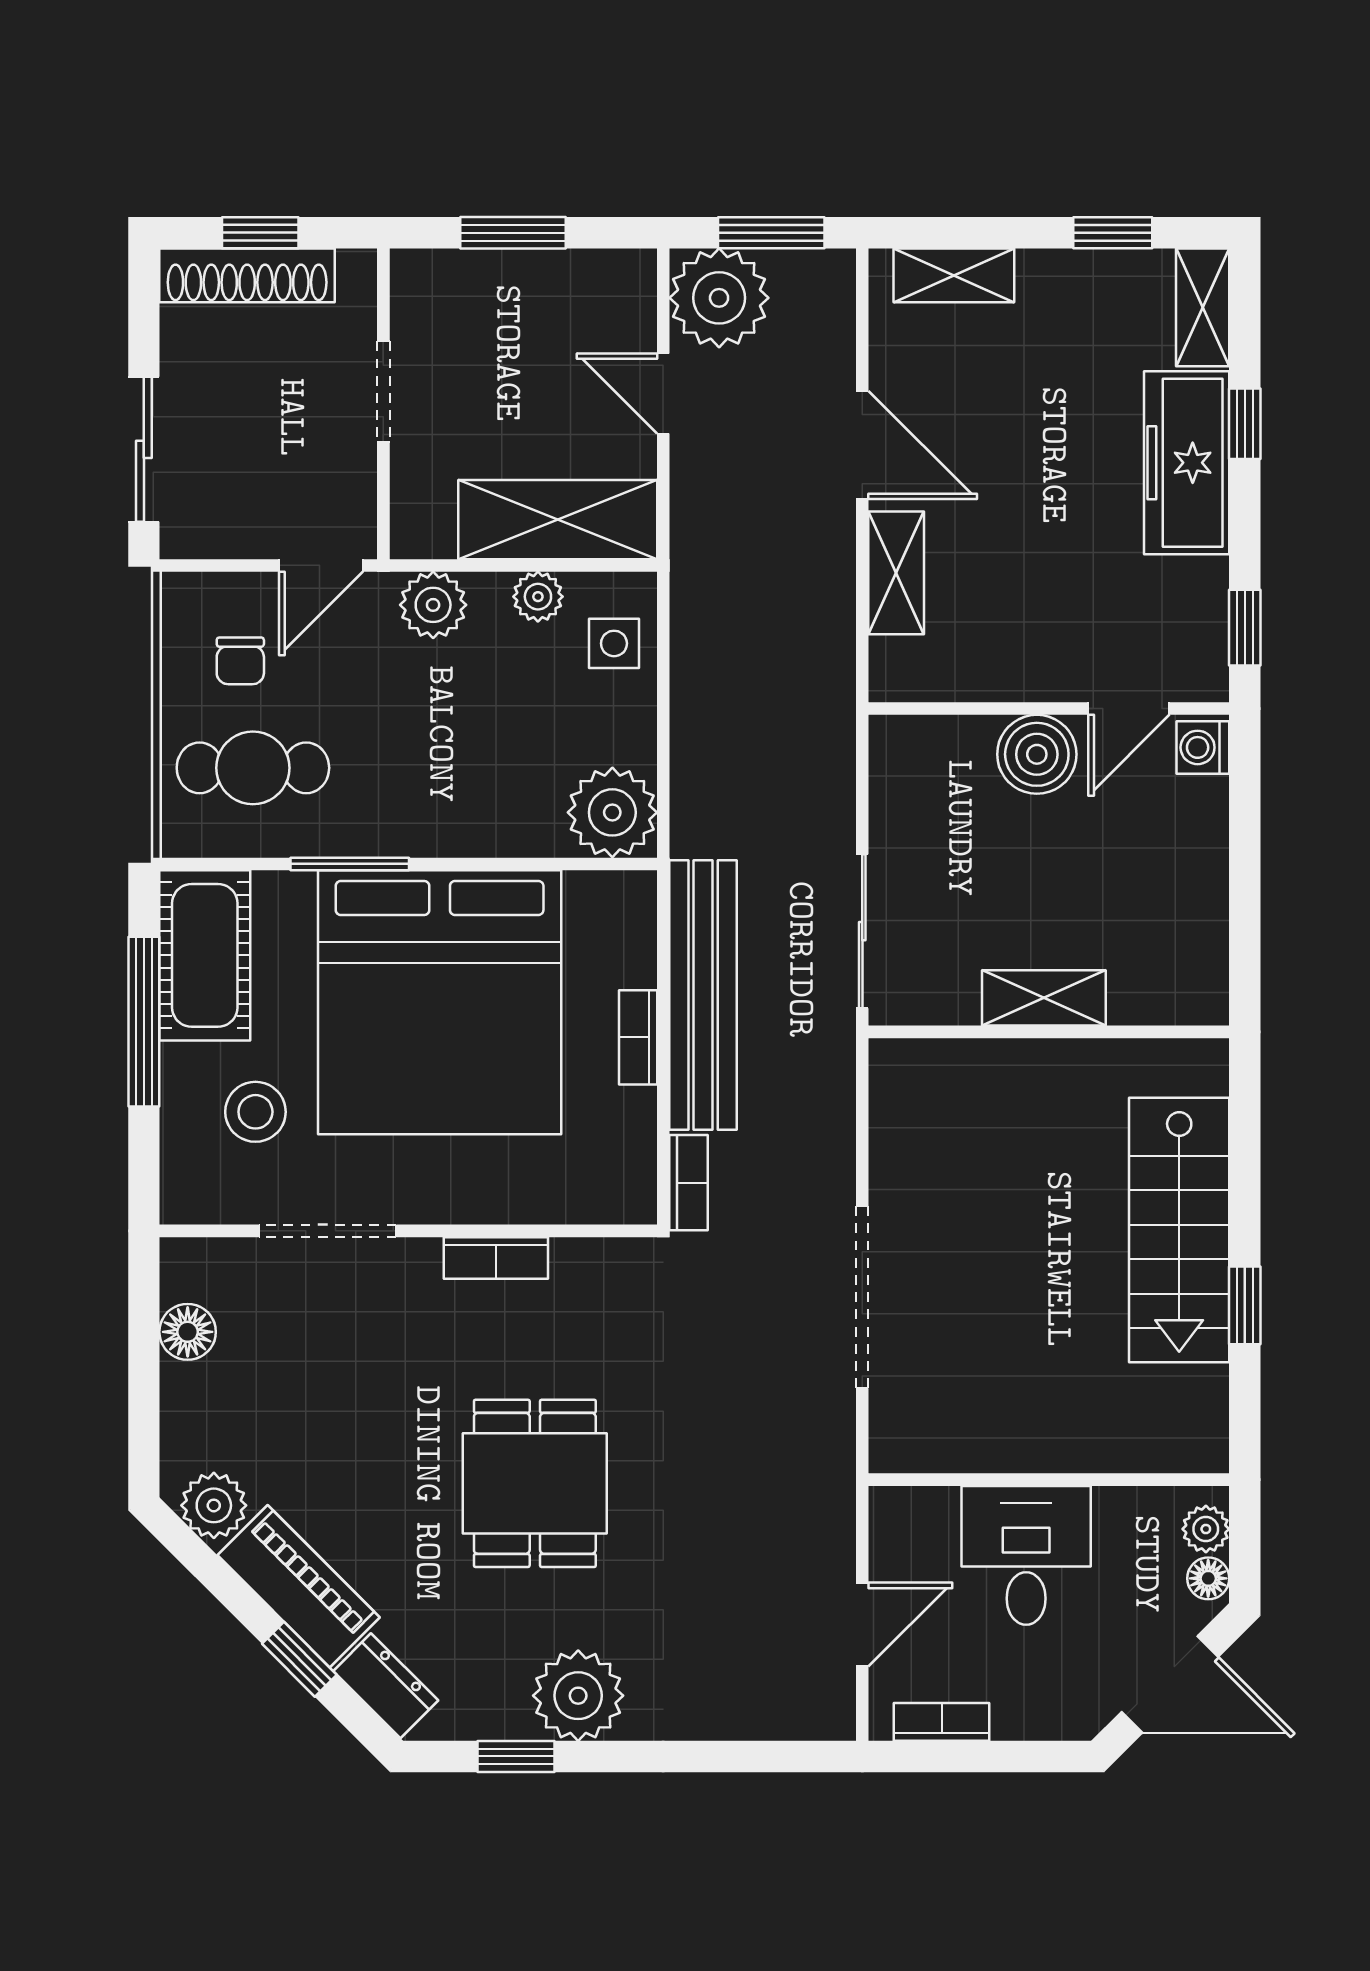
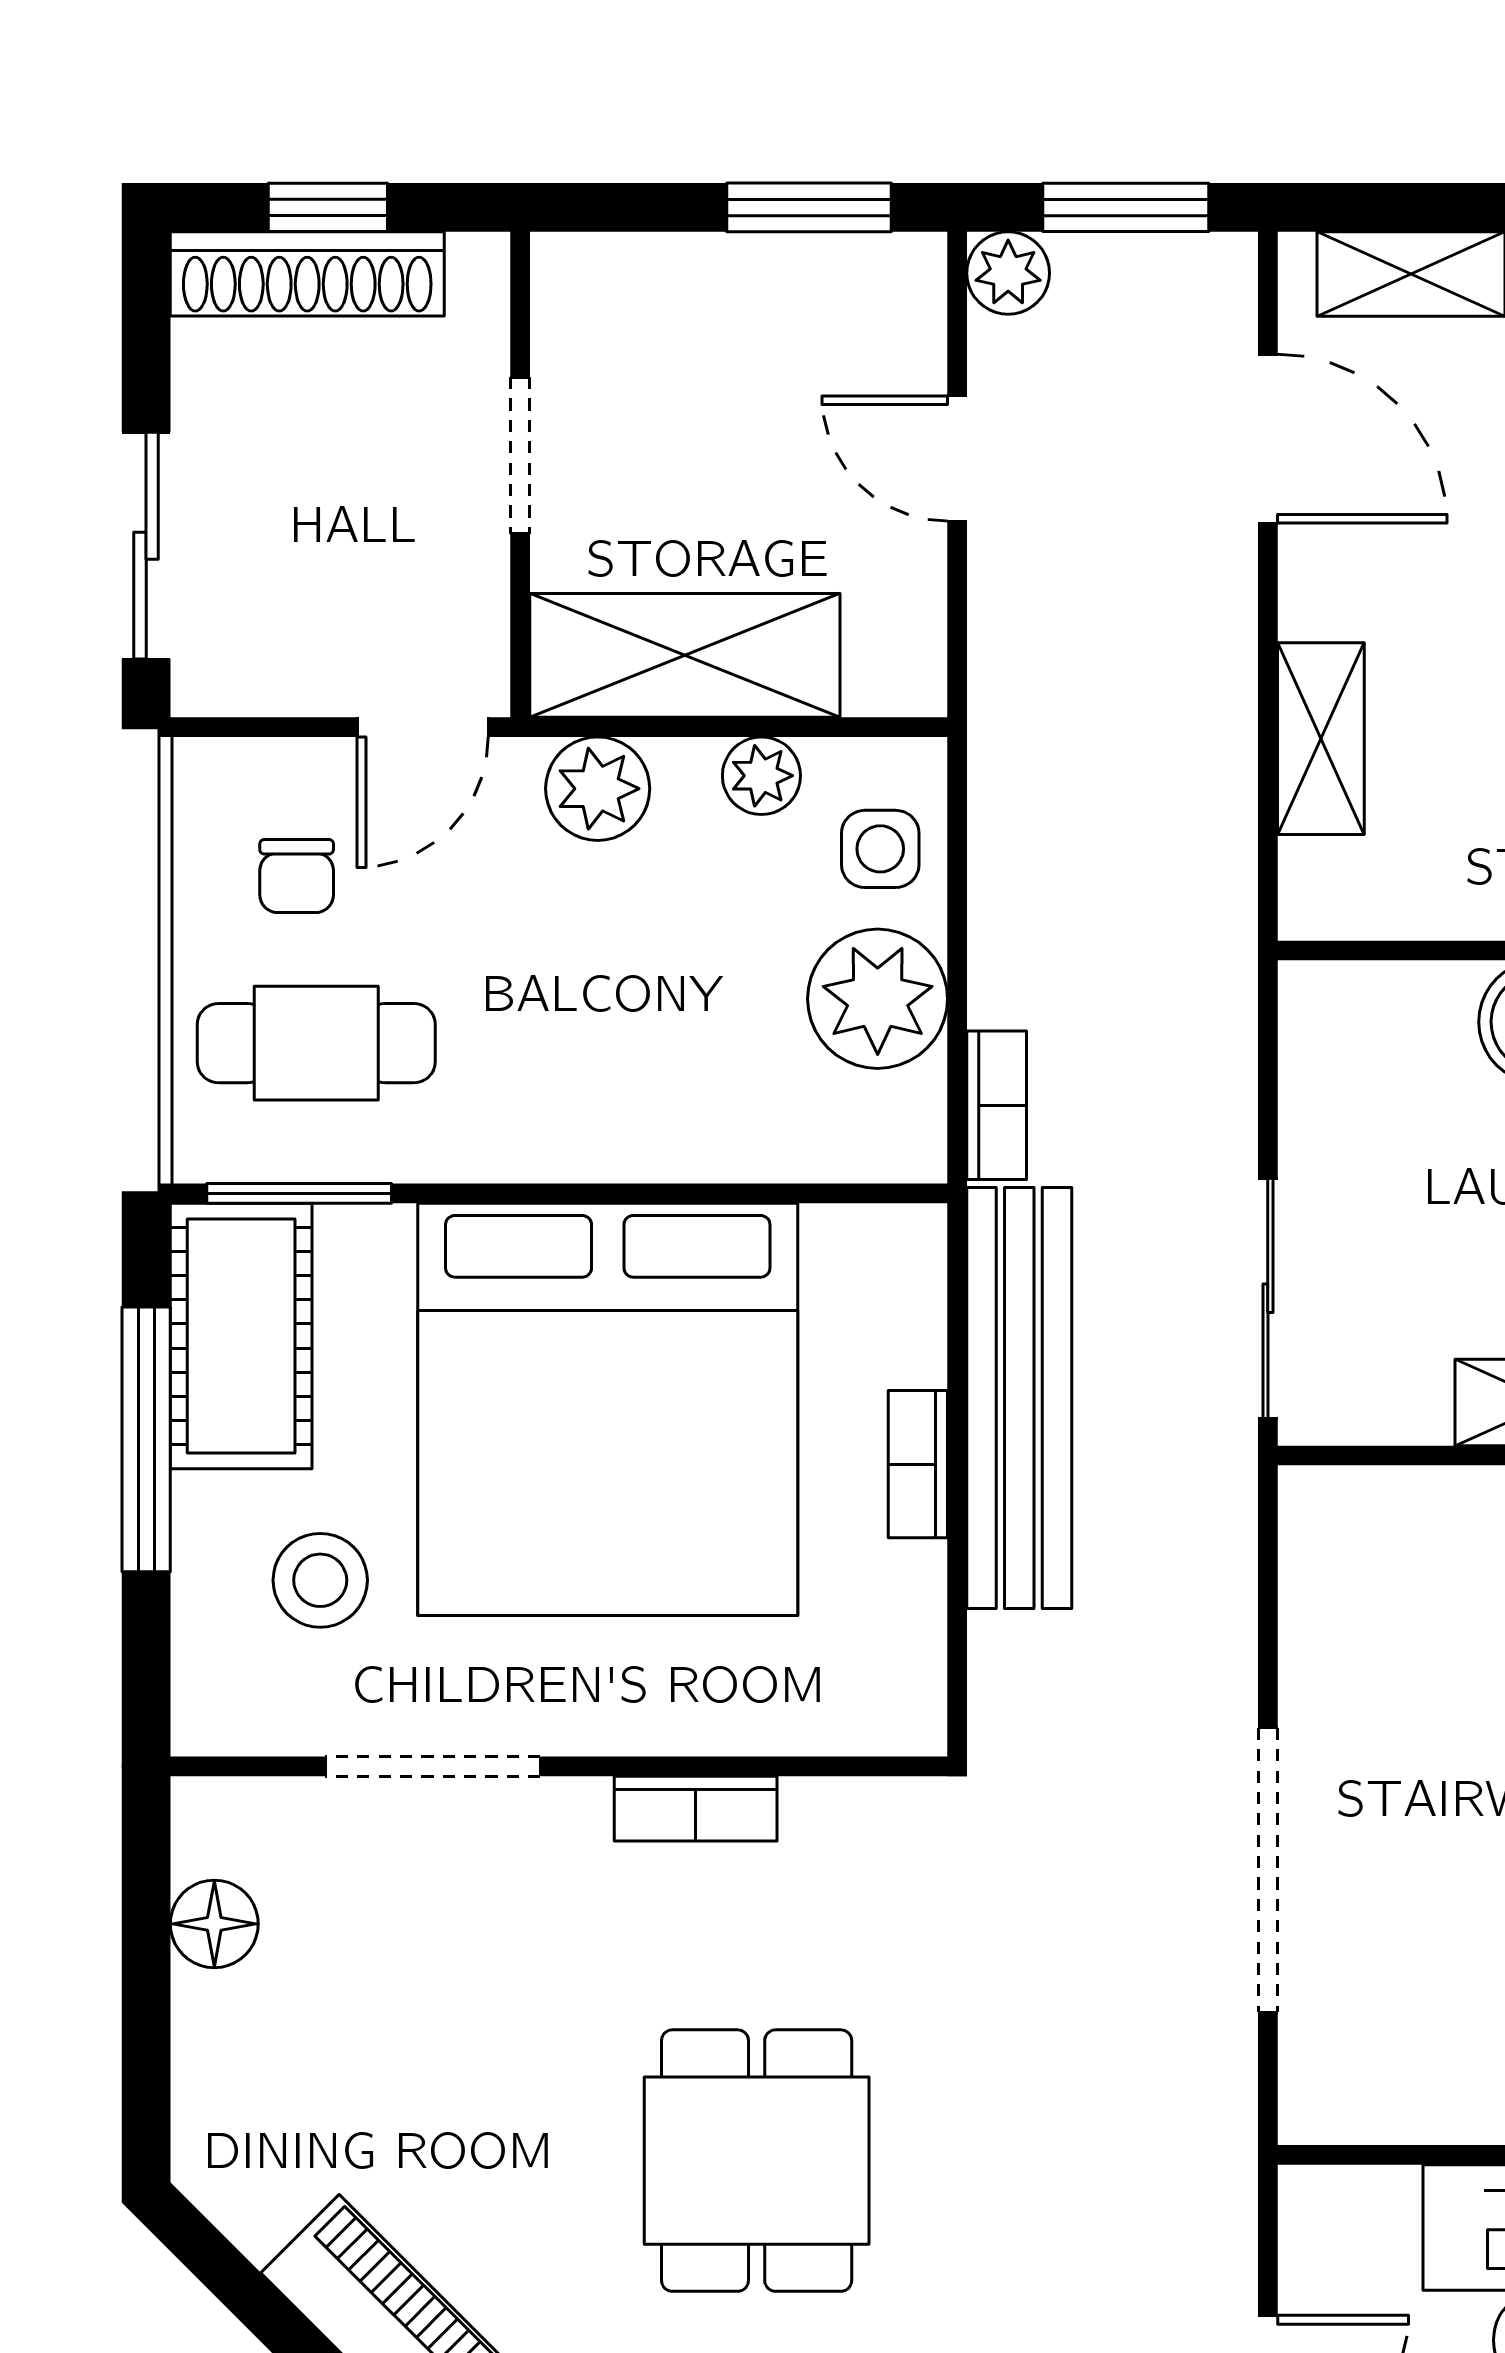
window: (513, 233) -> (809, 207), moved
plant: (719, 298) -> (1008, 273), width x0.53, depth x0.53
door: (862, 445) -> (1268, 439), moved
shelving: (558, 520) -> (685, 655), moved
plant: (612, 812) -> (878, 999), moved
window: (350, 864) -> (299, 1193), moved
bookcase: (689, 1183) -> (997, 1105), moved
plant: (214, 1505) -> (255, 2195), removed

